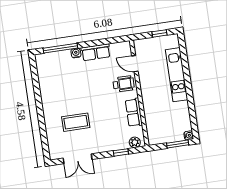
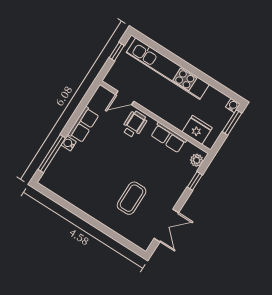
kitchen unit: (177, 75) -> (168, 69), width x1.36
fridge: (154, 126) -> (197, 130), added

